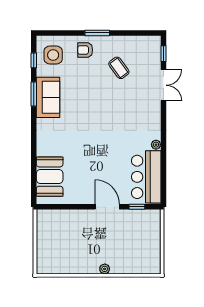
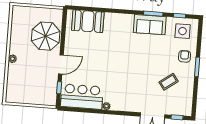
parasol: (73, 229) -> (46, 36), added

